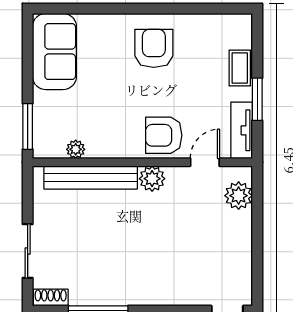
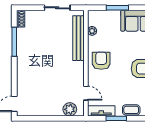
window: (28, 126) -> (117, 8), moved
armchair: (164, 135) -> (101, 61), moved
plant: (152, 179) -> (78, 68), removed
sliding door: (28, 251) -> (57, 8), moved

